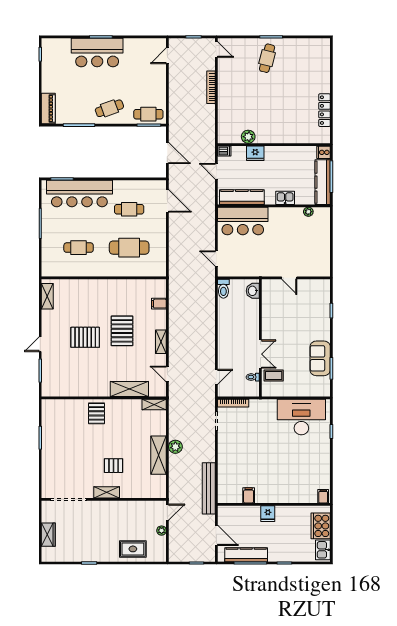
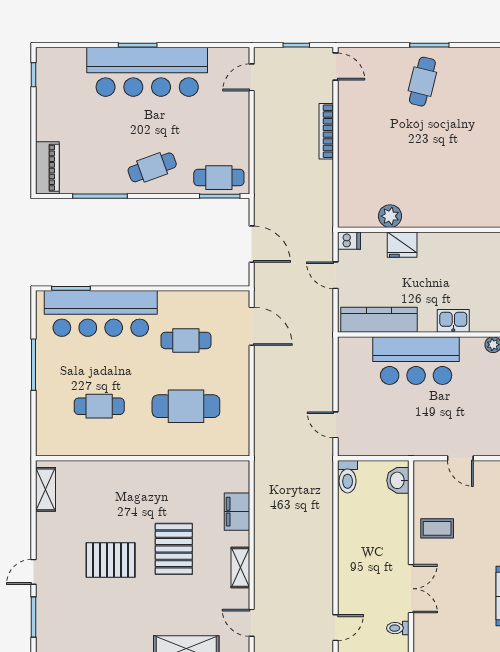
bar counter: (97, 53) -> (147, 72), width x1.36
bar counter: (243, 221) -> (416, 361), moved
filing cabinet: (159, 304) -> (237, 512), width x2.00
coffee table: (274, 375) -> (437, 528), moved

